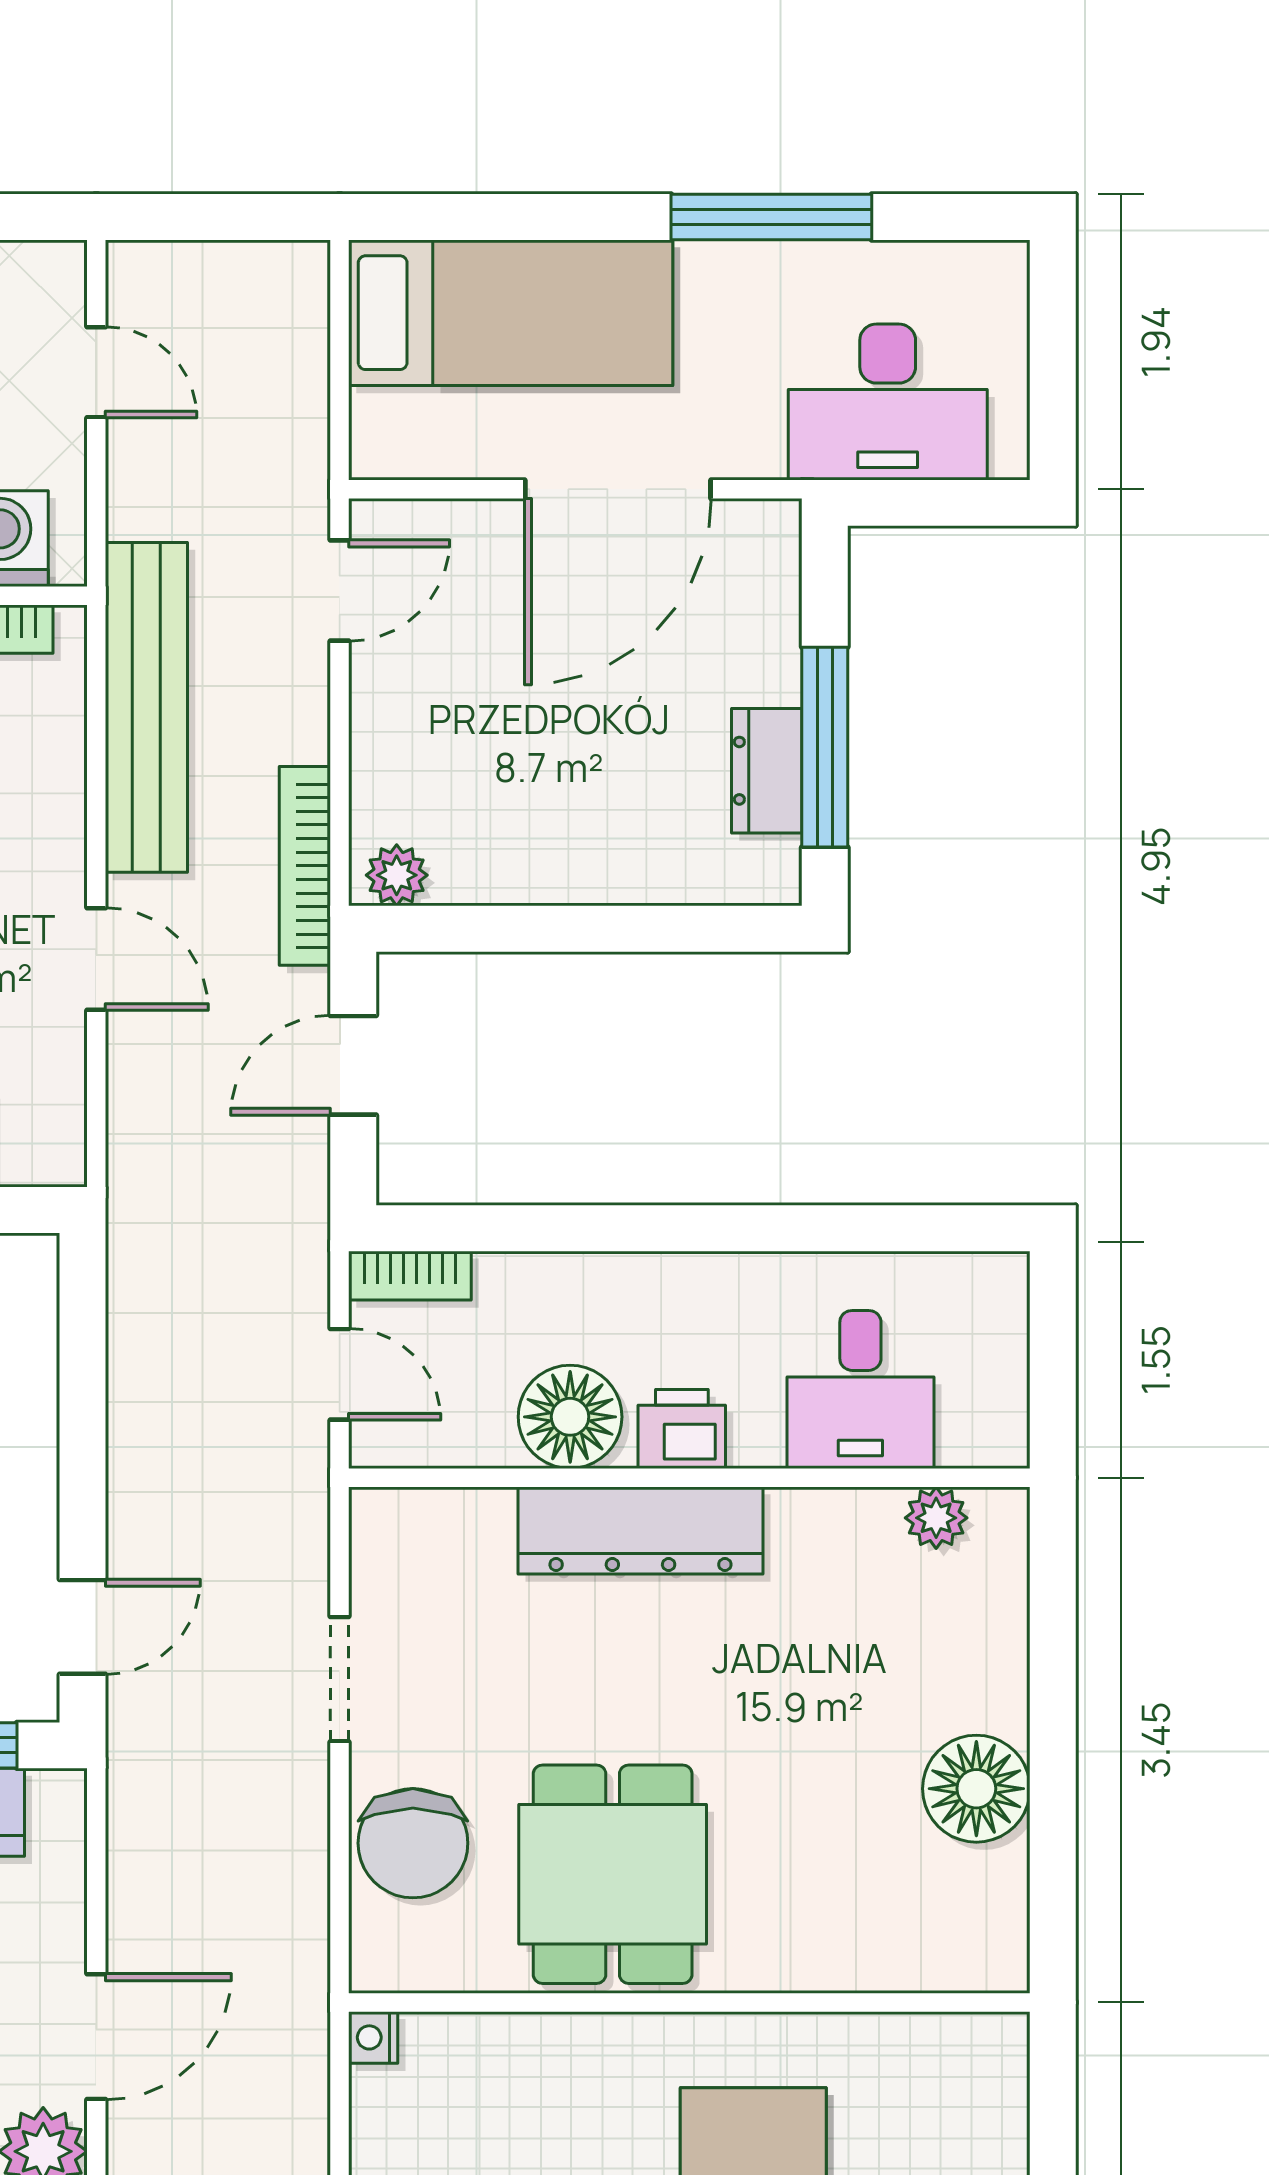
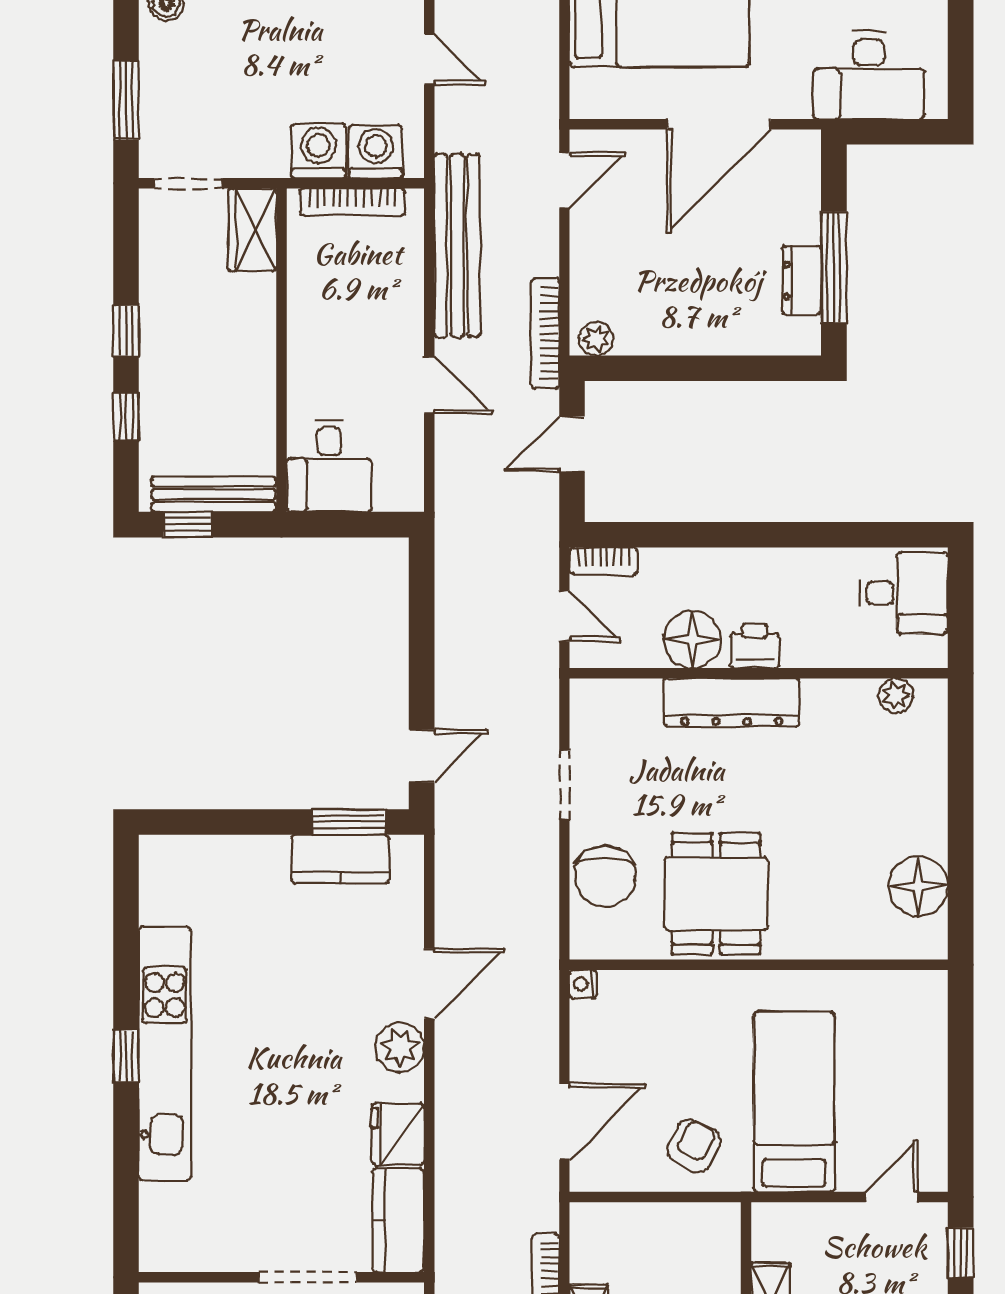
desk: (860, 1389) -> (904, 593), moved, turned -90
floor lamp: (976, 1789) -> (918, 886), moved

